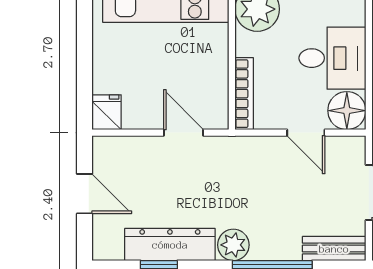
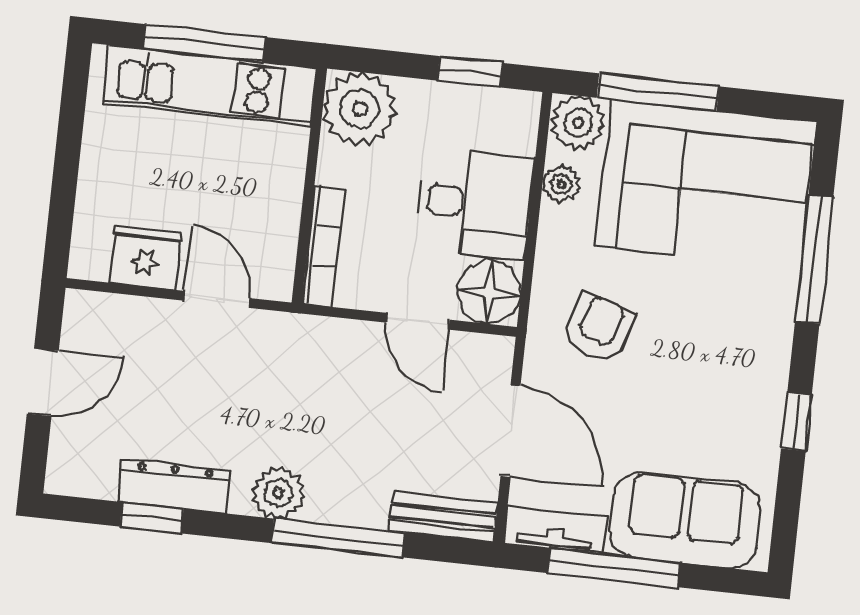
fridge: (107, 112) -> (145, 258), moved, width x1.38
door: (84, 194) -> (43, 382), hinge flipped
dresser: (170, 245) -> (174, 486), width x0.73, depth x0.80

